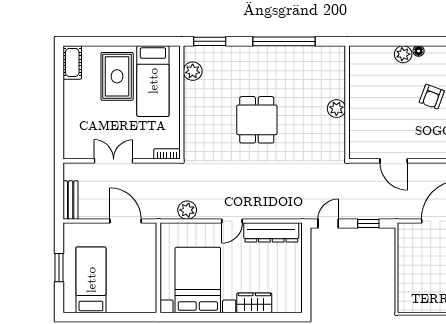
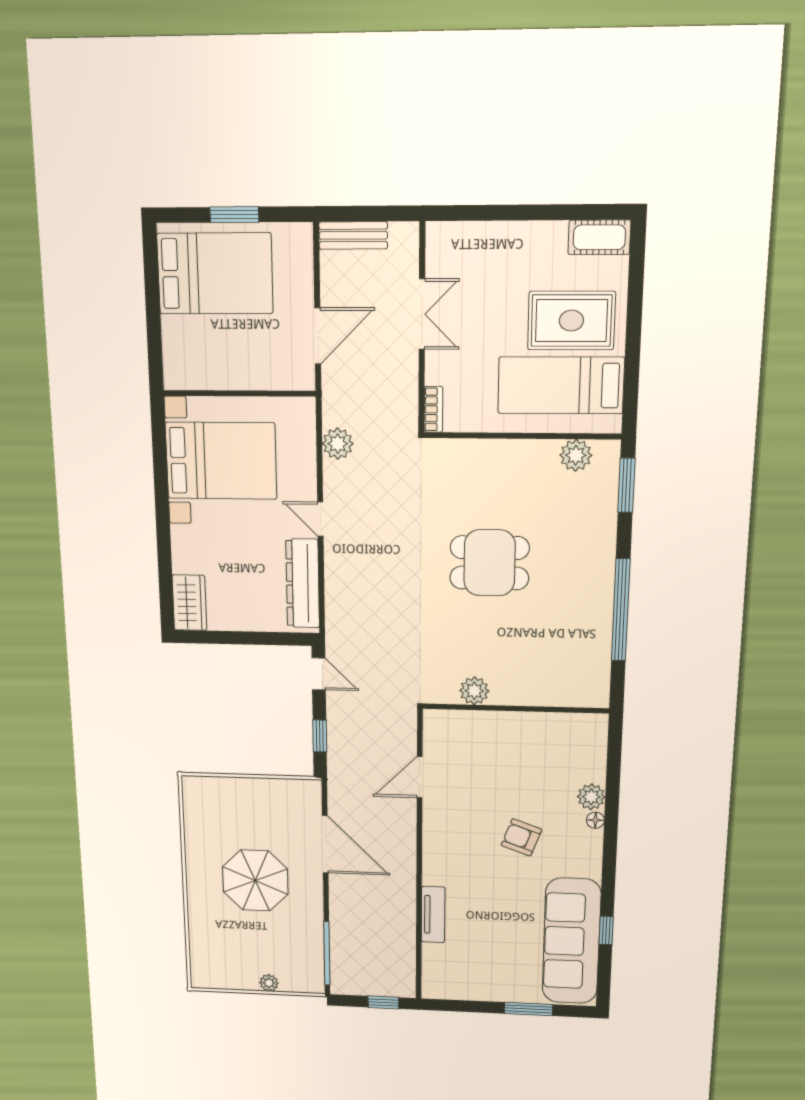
plant: (336, 109) -> (474, 691), moved
bed: (91, 280) -> (215, 274), width x1.50
wardrobe: (254, 303) -> (189, 603), moved

